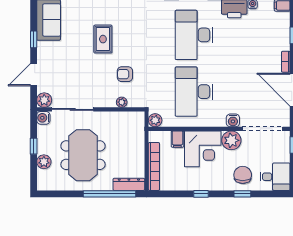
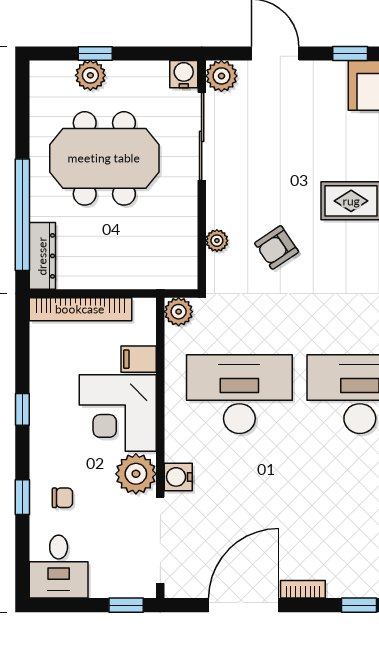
armchair: (125, 74) -> (277, 247), turned -124
window: (34, 146) -> (95, 53), moved
chair: (243, 175) -> (62, 498), width x0.54, depth x0.54

